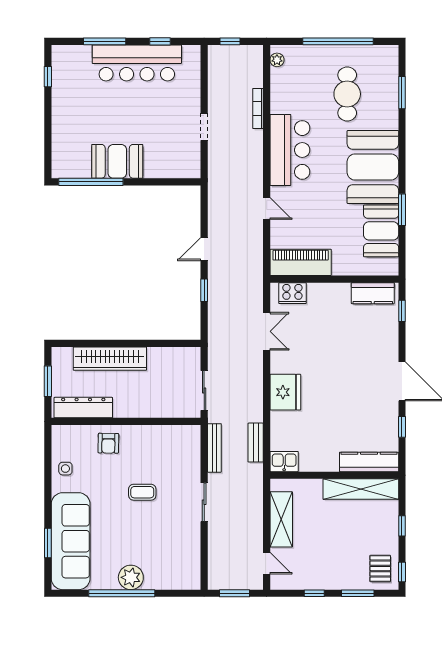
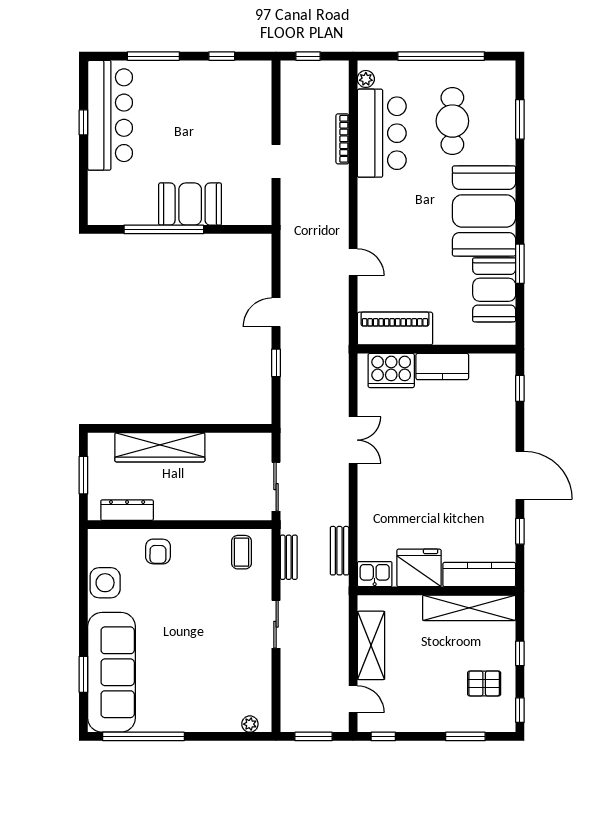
bar counter: (137, 63) -> (110, 115), moved, turned -90
window: (48, 77) -> (83, 122), moved
bar counter: (290, 150) -> (382, 133), moved
booth: (117, 161) -> (190, 204), moved
window: (91, 182) -> (164, 229), moved
cooker: (292, 293) -> (391, 371), width x1.37, depth x1.31
kitchen counter: (373, 293) -> (442, 367), moved
double door: (267, 331) -> (353, 440), moved
fridge: (285, 392) -> (419, 568), moved, turned -90
dresser: (83, 408) -> (127, 510), width x0.73, depth x0.80
bench: (214, 448) -> (289, 557), width x0.73
side table: (65, 469) -> (105, 583), width x1.87, depth x1.87
coffee table: (142, 492) -> (241, 552), moved, turned 90
pallet: (380, 569) -> (484, 683), moved, turned 90
plant: (131, 577) -> (250, 724), moved, width x0.53, depth x0.53
window: (122, 593) -> (144, 736), moved
window: (314, 593) -> (383, 736), moved

